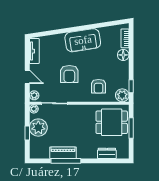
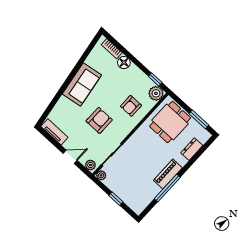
armchair: (69, 74) -> (99, 120), turned -90
armchair: (99, 86) -> (131, 106), turned 90
plant: (38, 128) -> (120, 186), removed
window: (131, 128) -> (199, 119), moved
piano: (63, 153) -> (168, 174), moved

